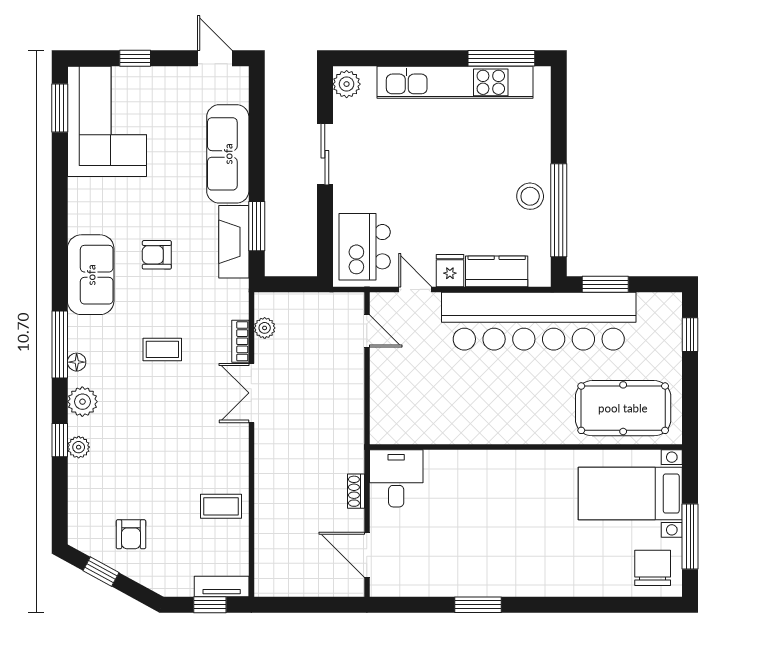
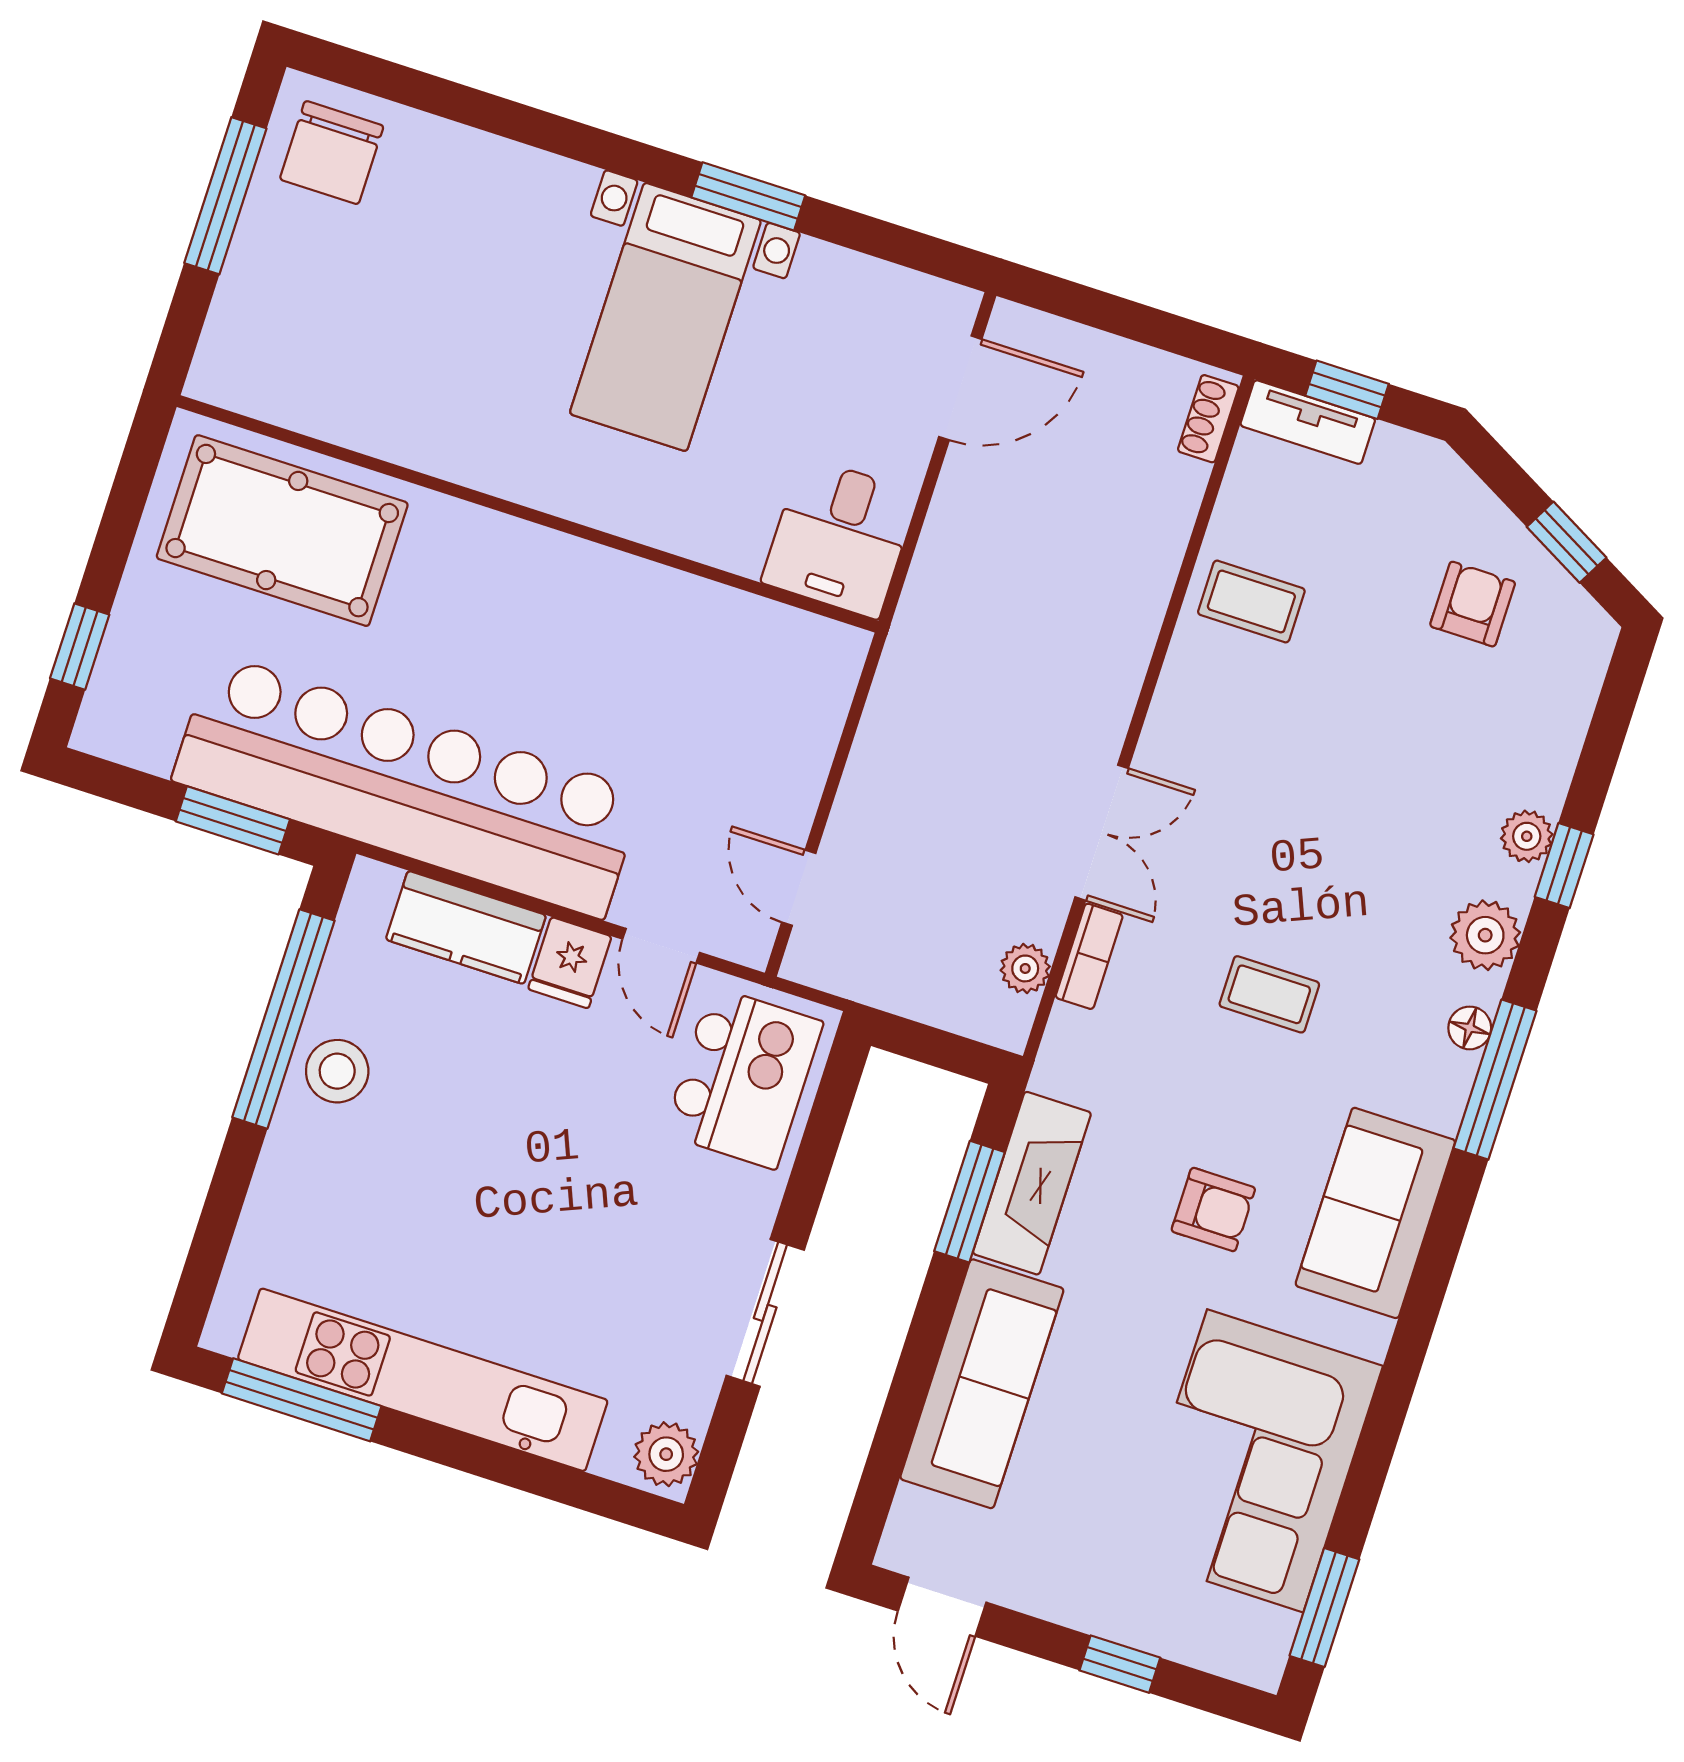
corner sofa: (107, 121) -> (1255, 1461), moved
shoe rack: (356, 491) -> (1208, 419), moved, turned 180
bed with nightstands: (630, 494) -> (665, 317), moved, turned 90
door: (367, 555) -> (960, 388), hinge flipped

